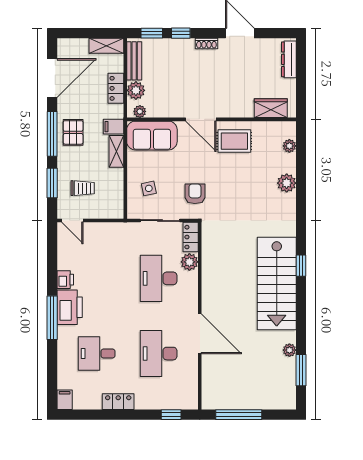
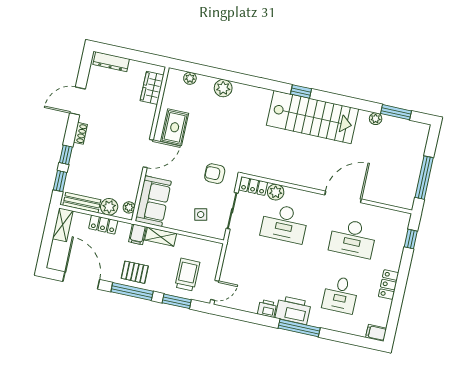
trolley: (83, 188) -> (187, 275), width x1.36, depth x1.39

